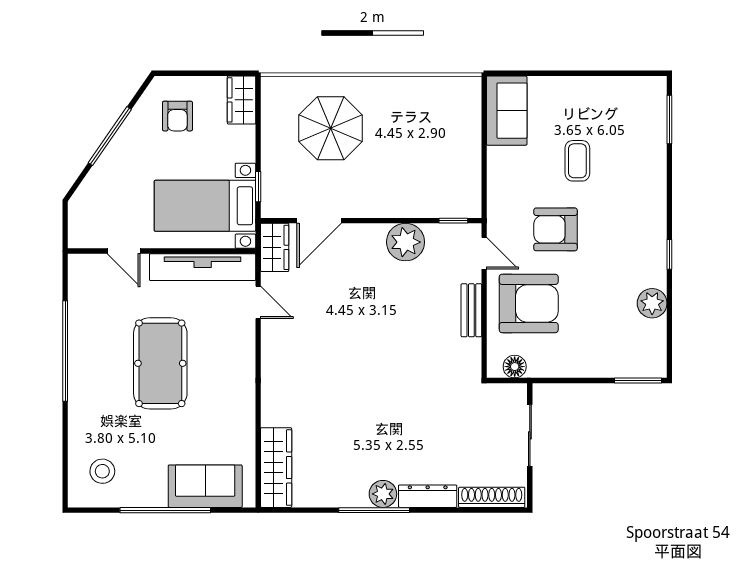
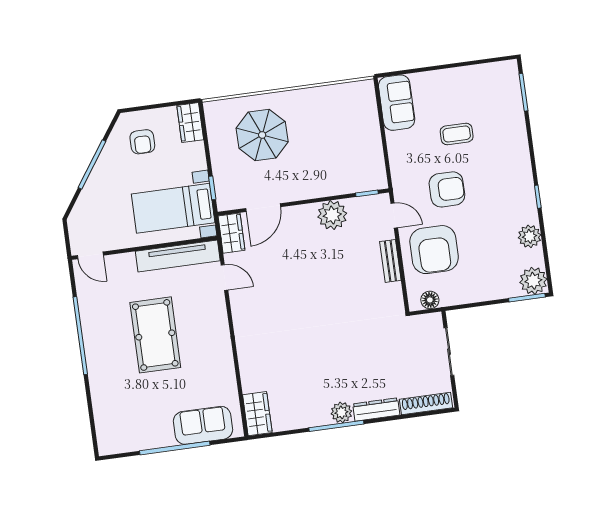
coffee table: (577, 161) -> (457, 134), turned 90
armchair: (555, 229) -> (447, 189), turned 180
door: (124, 251) -> (90, 255), moved
armchair: (529, 303) -> (434, 250), turned 90
plant: (649, 360) -> (533, 281), added
wardrobe: (276, 468) -> (257, 414), width x0.67
stool: (102, 471) -> (122, 425), removed

